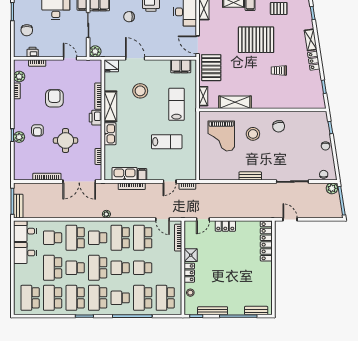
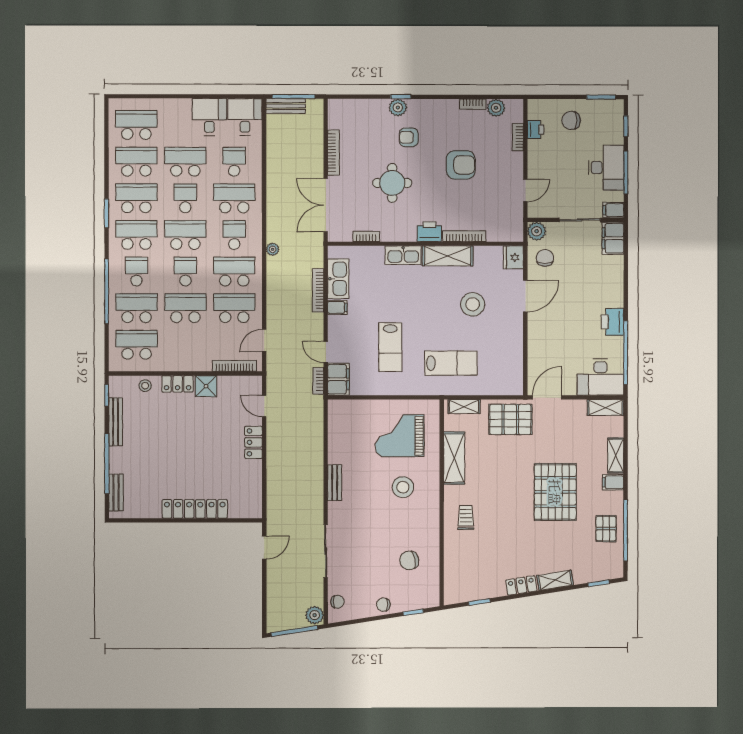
chair: (129, 17) -> (545, 258), moved
filing cabinet: (181, 66) -> (338, 379), moved, turned 180
trolley: (279, 70) -> (466, 517), moved
chair: (279, 126) -> (409, 560), moved
locker: (266, 241) -> (195, 509), moved
school desk: (143, 268) -> (185, 308), width x1.85

